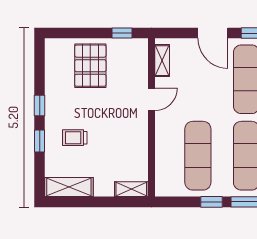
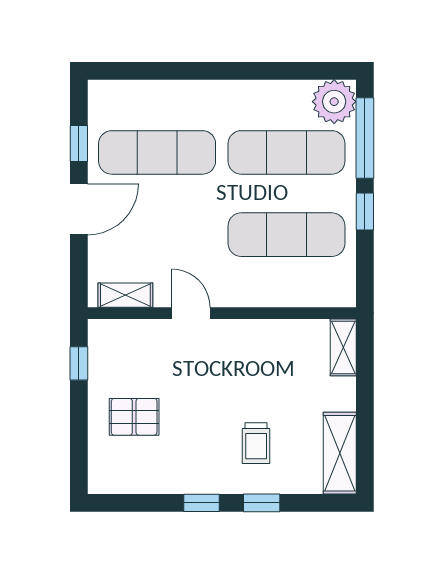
pallet: (90, 66) -> (134, 417), width x0.67, depth x0.71

